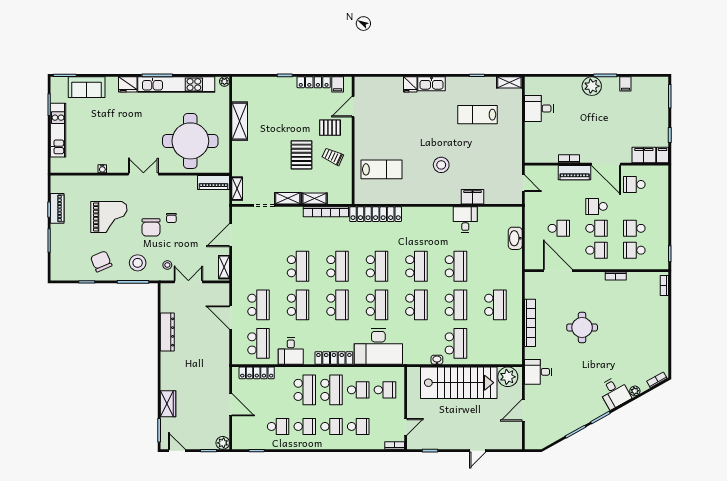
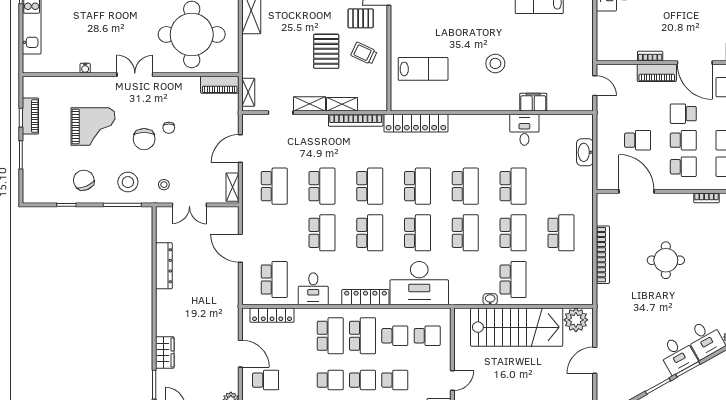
double door: (188, 282) -> (189, 205), swing flipped
school desk: (259, 305) -> (274, 186), moved
desk: (538, 372) -> (677, 355), moved, turned -119
school desk: (278, 426) -> (266, 380), moved

